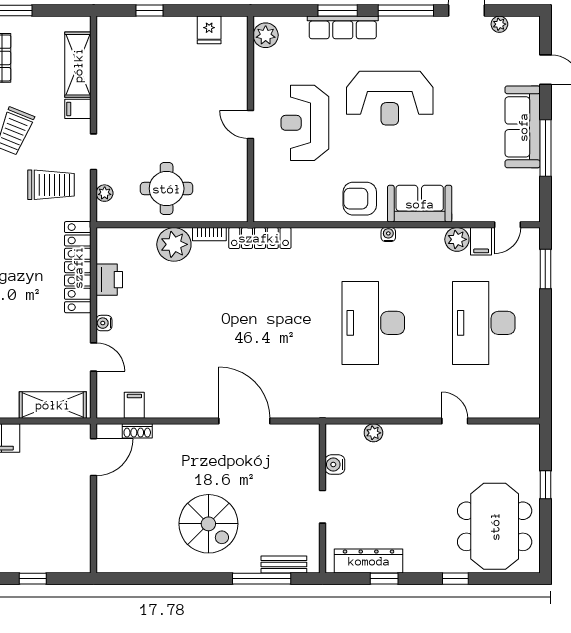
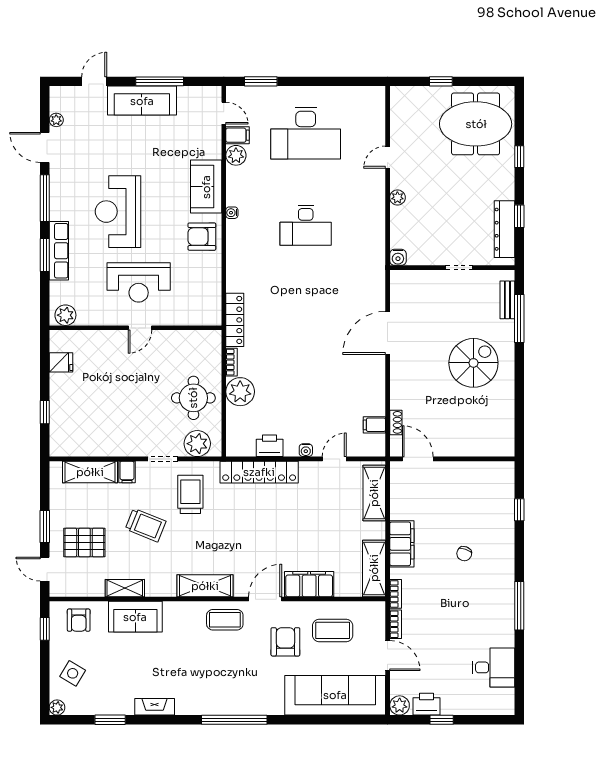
reception desk: (390, 98) -> (118, 212), turned 180
plant: (105, 193) -> (197, 444), width x1.88, depth x1.88
armchair: (360, 199) -> (202, 237), turned 90
desk: (373, 323) -> (306, 225), width x0.73, depth x0.77
plant: (373, 433) -> (397, 198), moved
water cooler: (335, 465) -> (398, 257), moved

